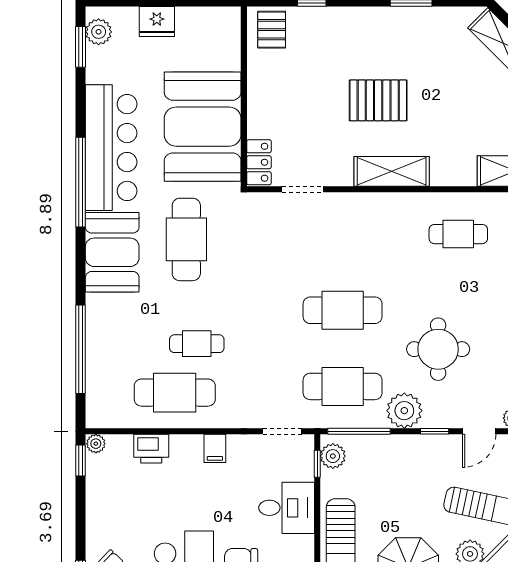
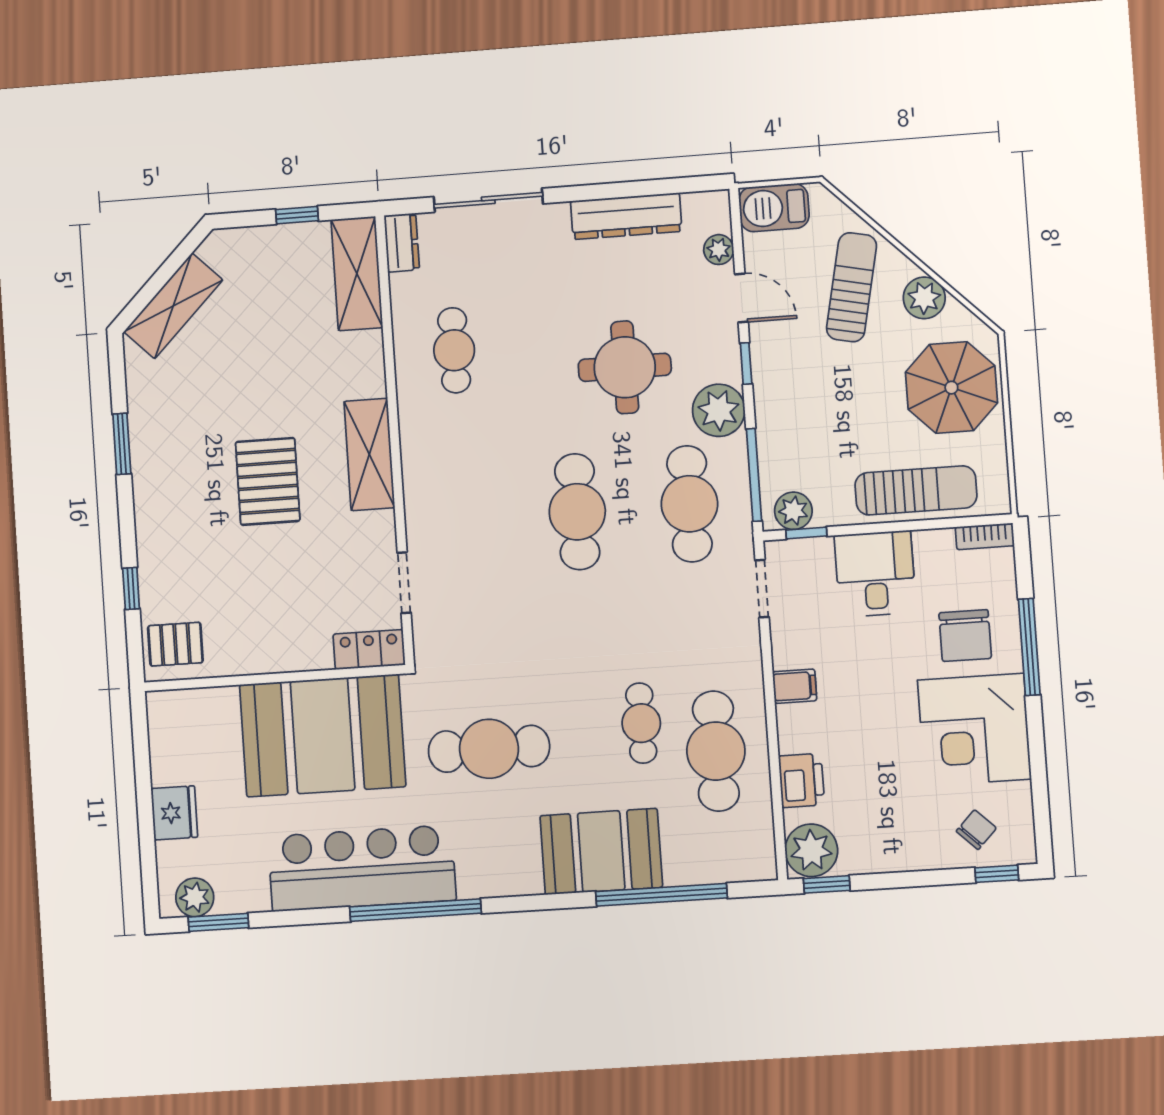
booth: (112, 252) -> (601, 851), moved
plant: (96, 444) -> (811, 850), width x1.88, depth x1.88

